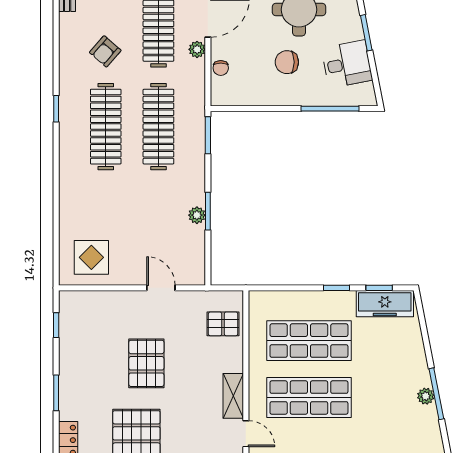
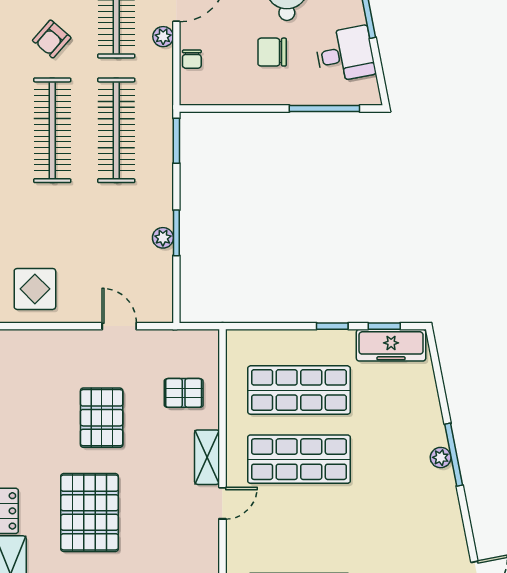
pallet: (223, 324) -> (184, 393), moved
door: (246, 434) -> (222, 503), hinge flipped

